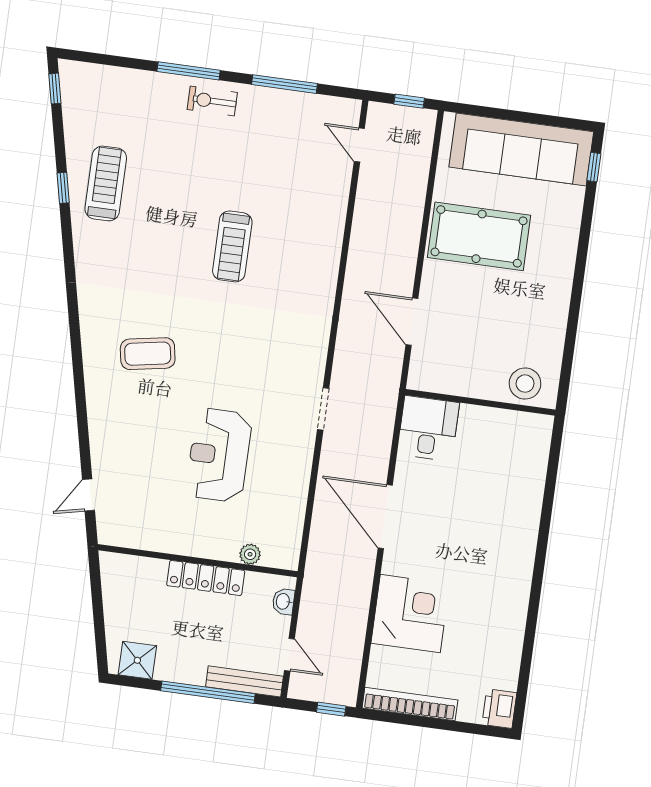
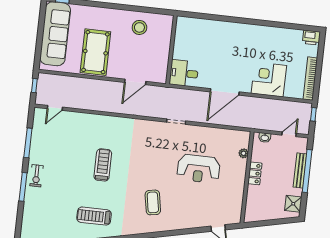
treadmill: (106, 183) -> (94, 216), moved
treadmill: (232, 246) -> (103, 165), turned -90
stool: (525, 384) -> (139, 27), moved
locker: (206, 578) -> (255, 173), width x0.66
bench: (244, 681) -> (300, 170), moved

